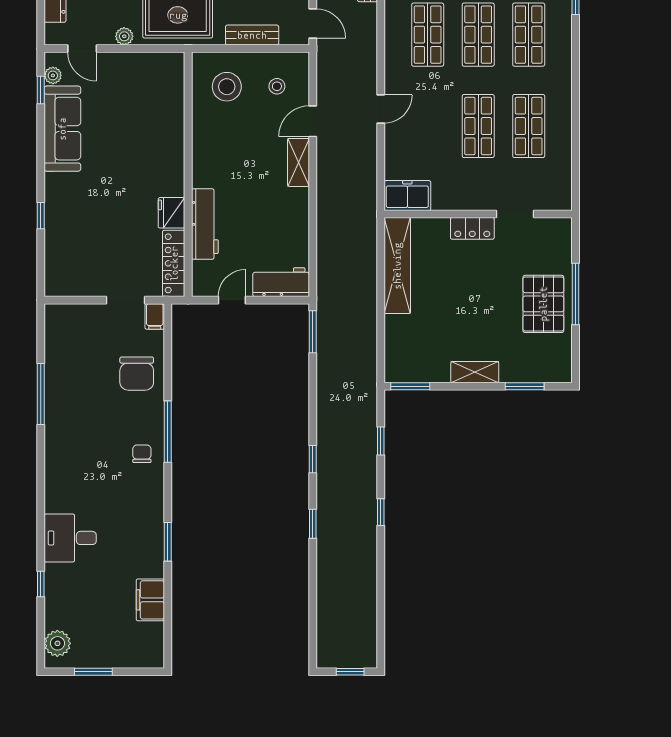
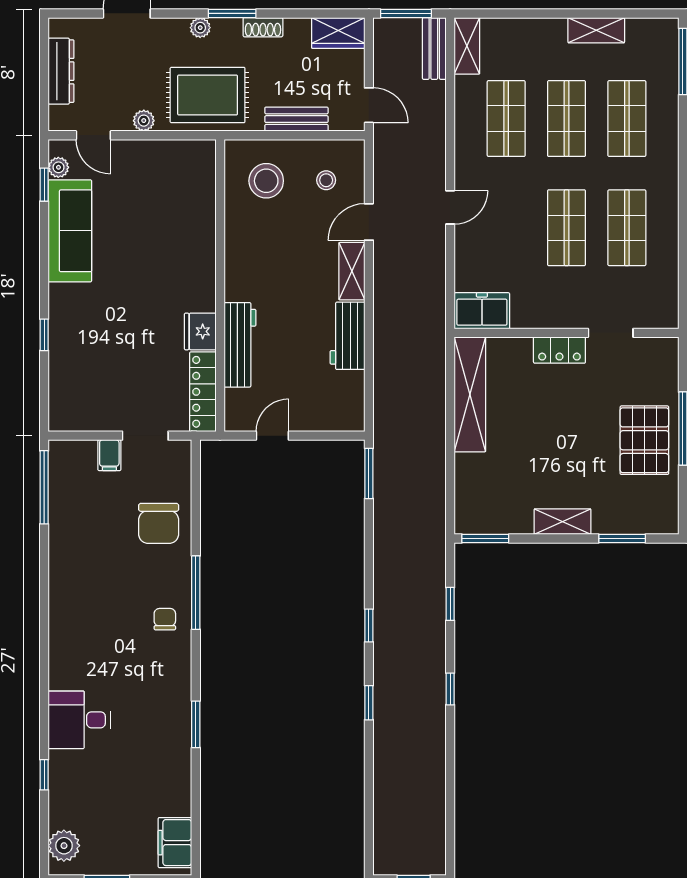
workbench: (281, 282) -> (347, 336), moved, turned -90
filing cabinet: (155, 316) -> (109, 455), moved
window: (41, 394) -> (44, 487), moved
filing cabinet: (150, 600) -> (175, 843), moved

